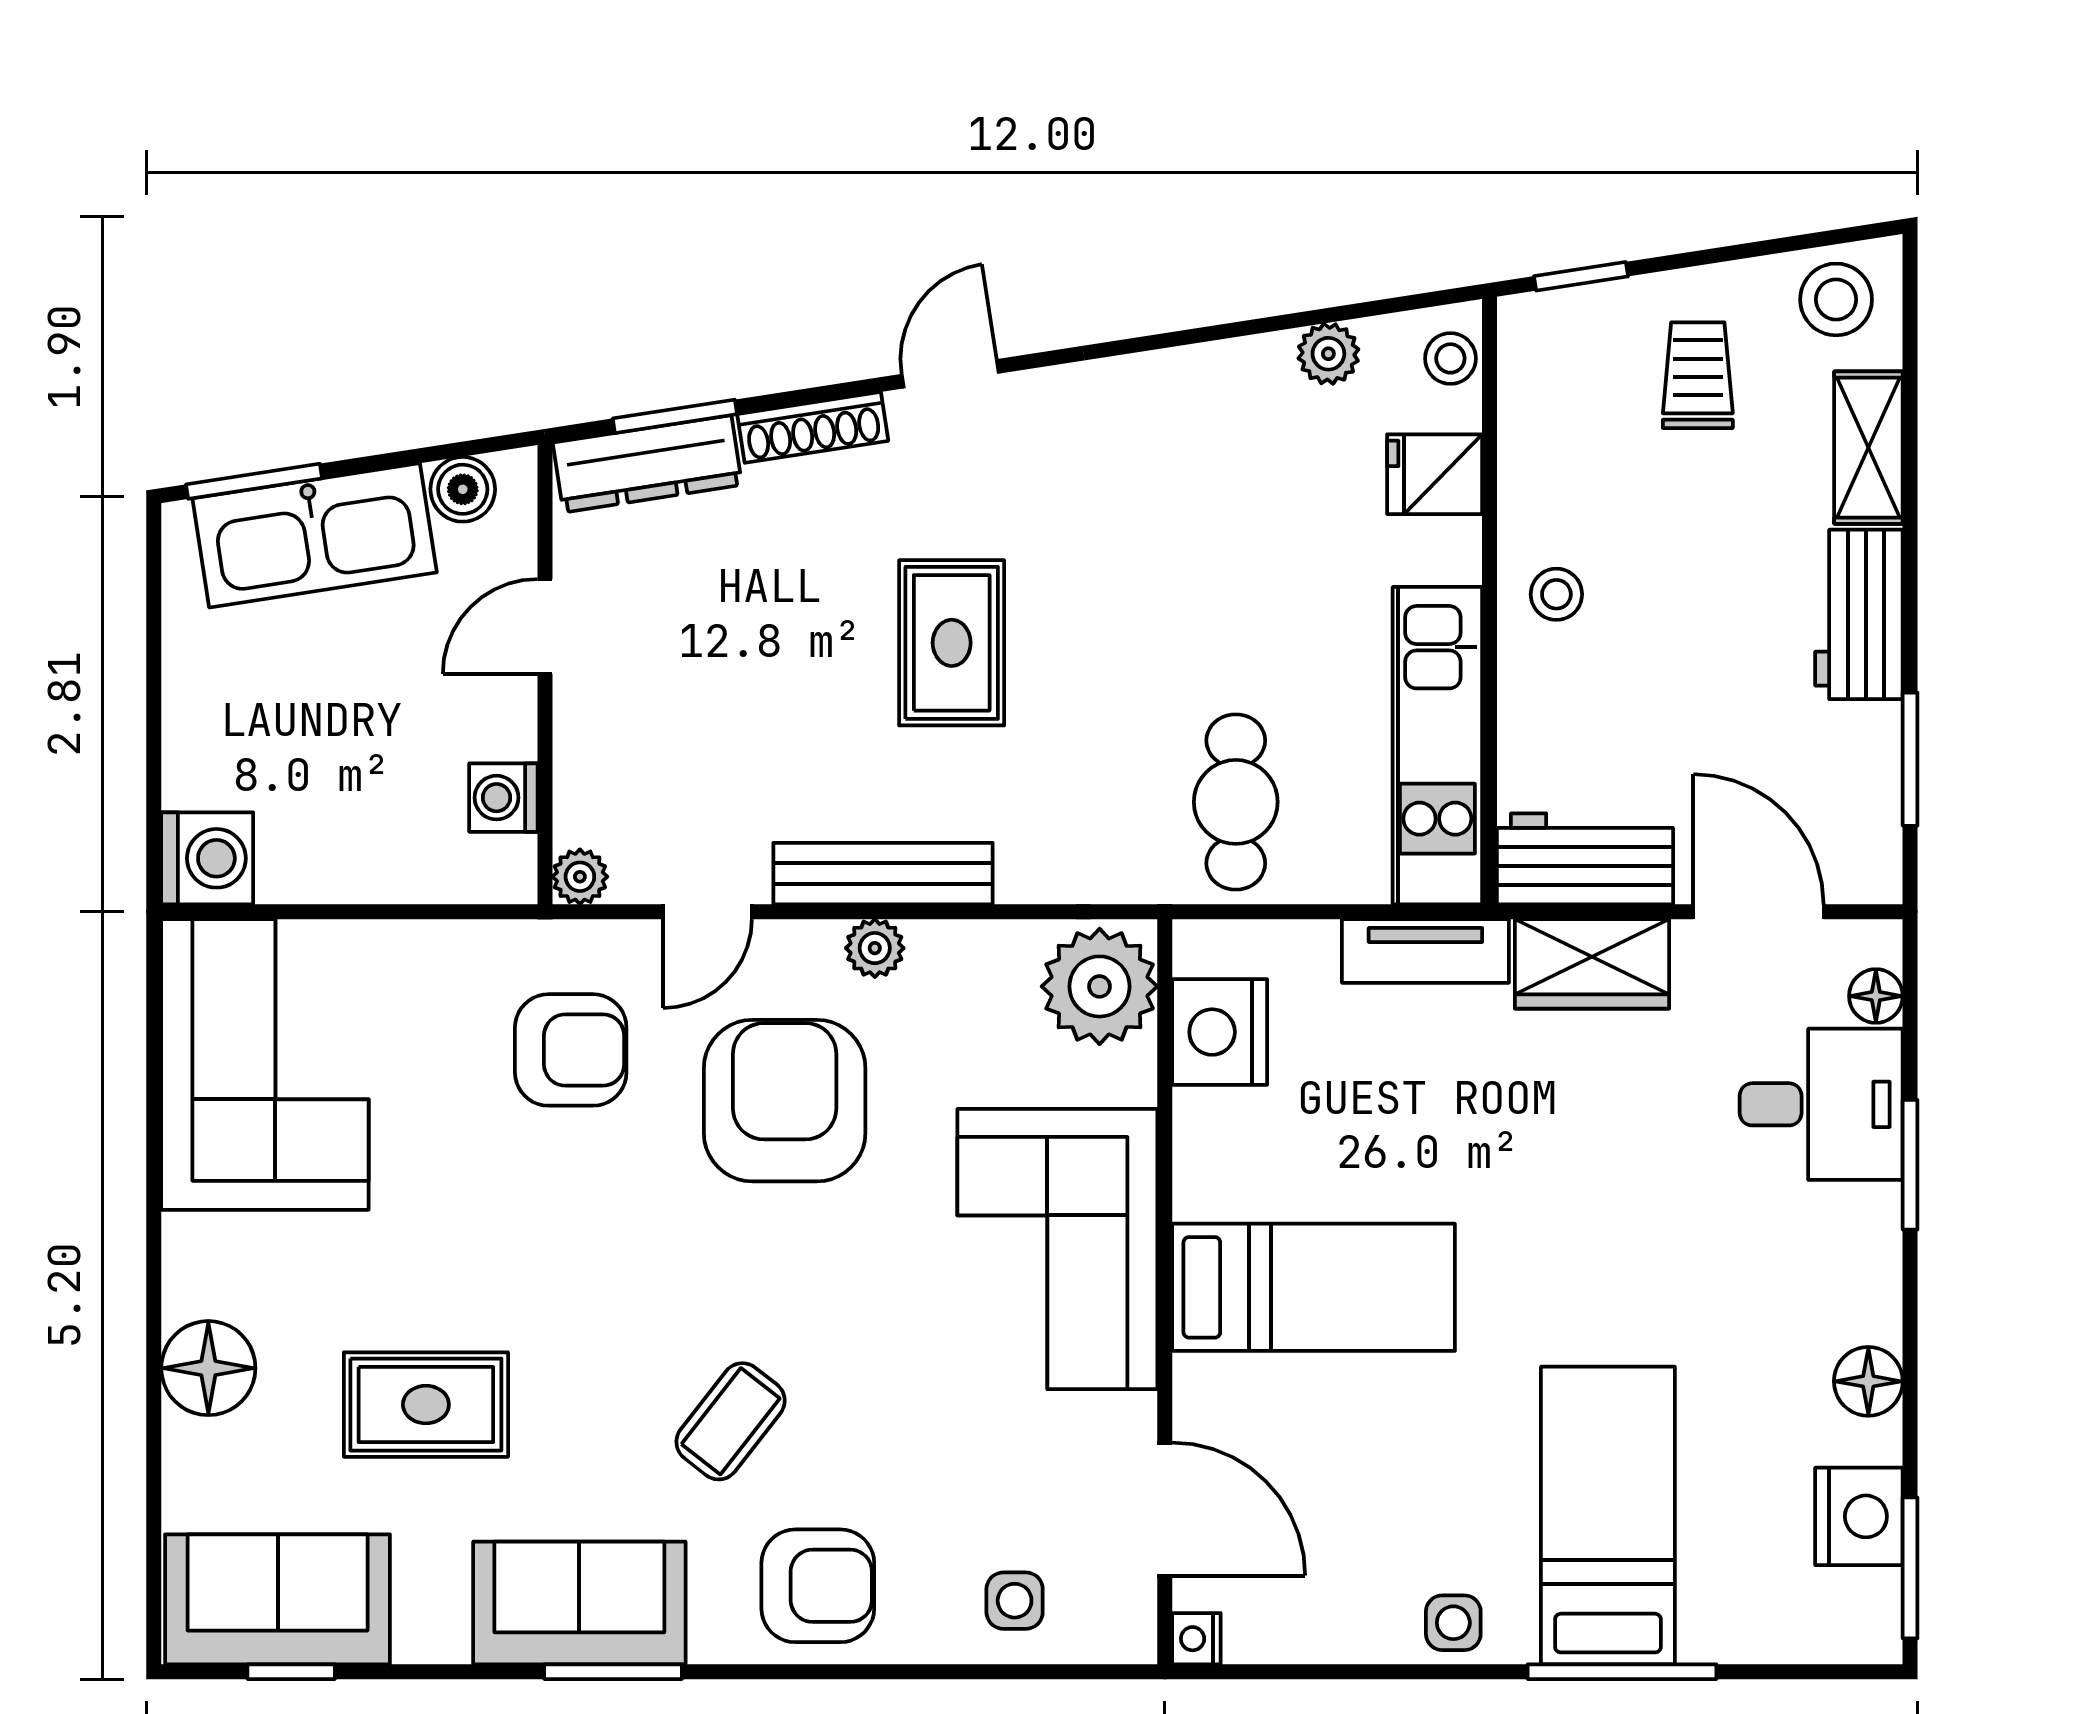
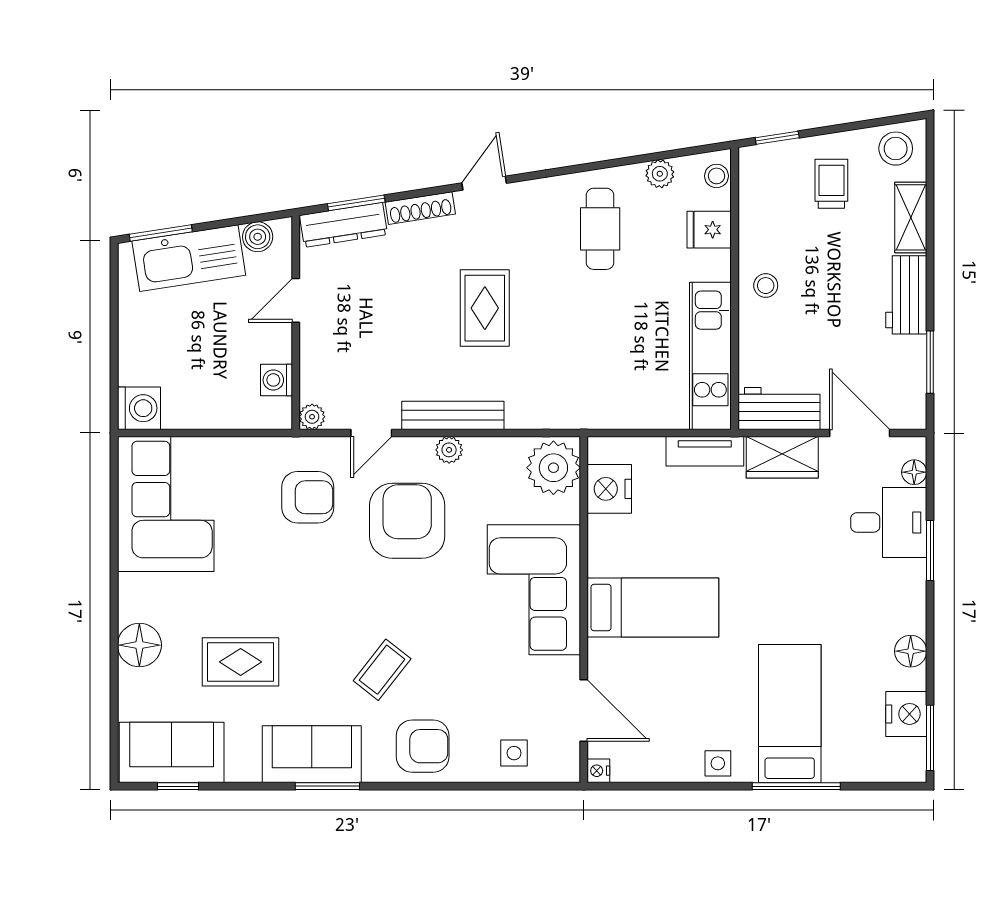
cafe table: (1236, 802) -> (600, 229), moved

